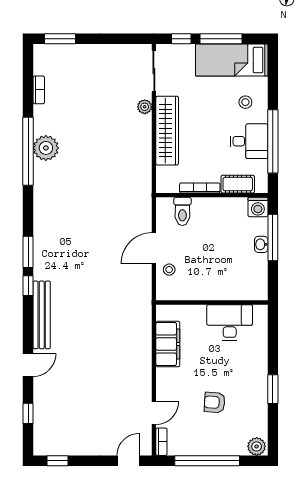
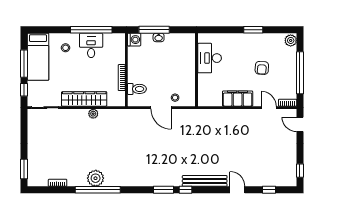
plant: (145, 107) -> (93, 114), moved
cot: (238, 184) -> (119, 53), removed
filing cabinet: (168, 344) -> (238, 99), moved

